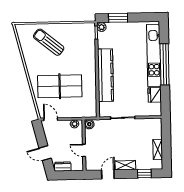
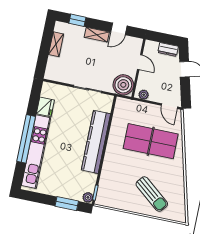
boiler: (89, 124) -> (123, 85), width x1.86, depth x1.86

